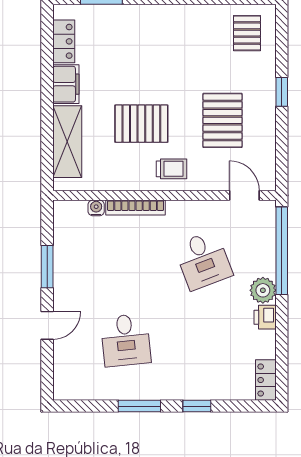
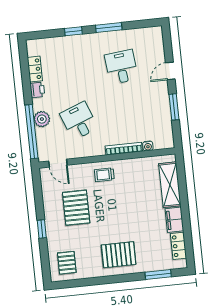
pallet: (141, 124) -> (119, 255), moved
plant: (263, 290) -> (42, 119), moved
locker: (266, 380) -> (35, 69), moved

